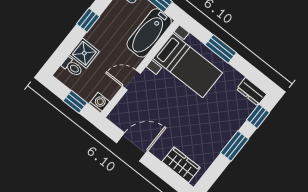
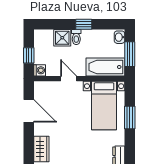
toilet: (72, 67) -> (76, 37), moved

